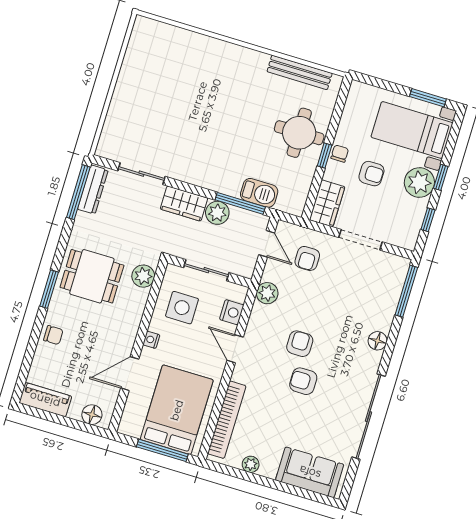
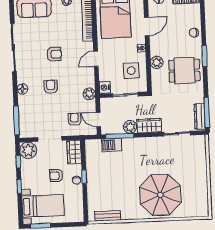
bench: (300, 72) -> (108, 216), width x0.73
parasol: (206, 79) -> (160, 195), added
round table: (299, 133) -> (102, 184), removed
plant: (419, 182) -> (28, 150), moved
plant: (143, 276) -> (157, 62), moved
nightstand: (232, 312) -> (105, 87), moved
armchair: (300, 344) -> (51, 87), moved, turned 180
door: (235, 349) -> (96, 59), swing flipped

